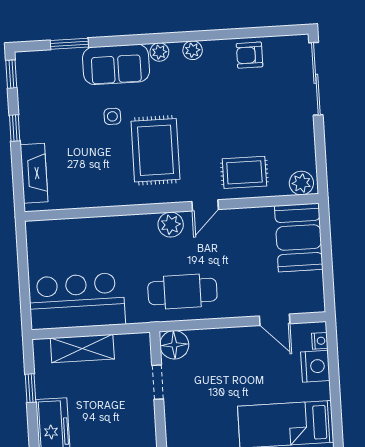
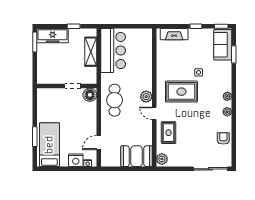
sofa: (116, 64) -> (223, 45), moved

